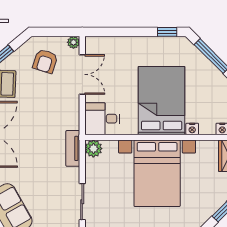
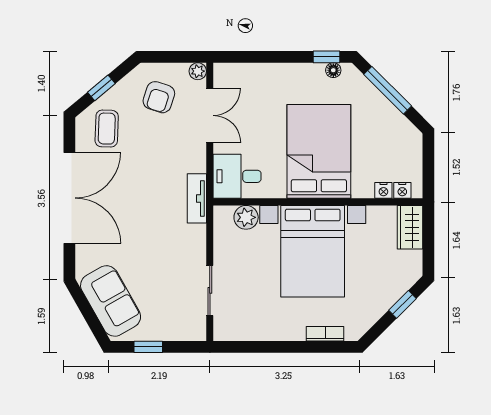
floor lamp: (172, 42) -> (333, 70), added
nightstand: (192, 129) -> (383, 190), moved
tv unit: (73, 148) -> (197, 198), moved
plant: (93, 149) -> (246, 217), moved

